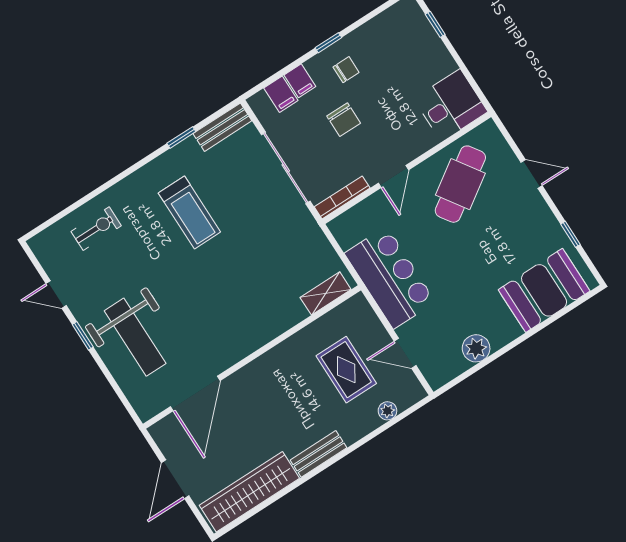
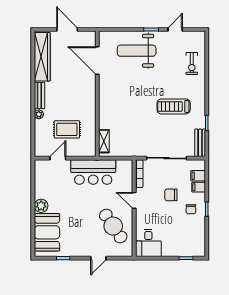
plant: (476, 348) -> (41, 206), moved
plant: (387, 411) -> (39, 114), moved

